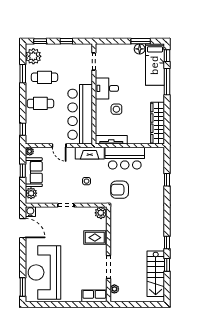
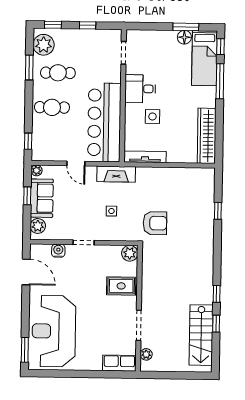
bar counter: (125, 158) -> (162, 181), removed
armchair: (120, 190) -> (155, 223), turned 180
water cooler: (30, 212) -> (58, 251), moved

